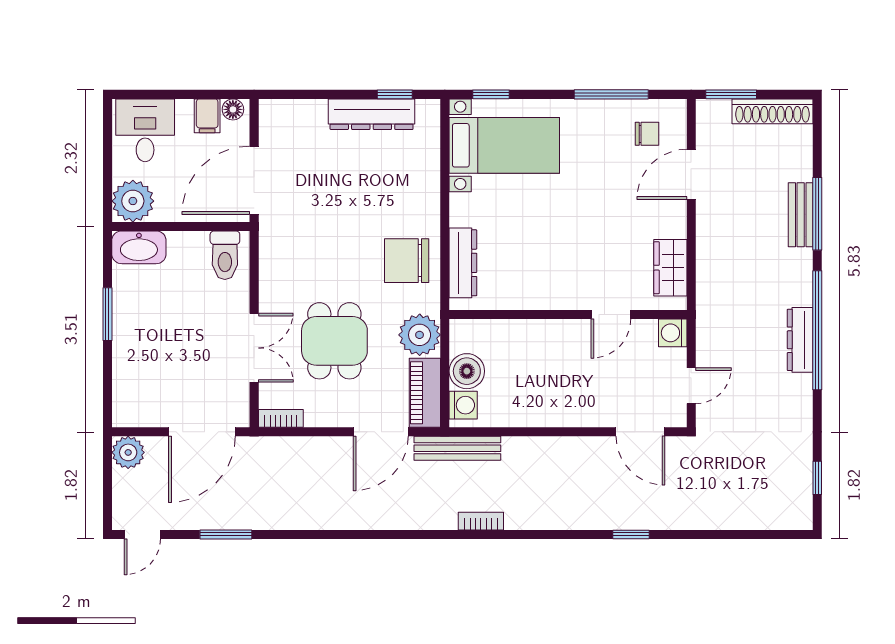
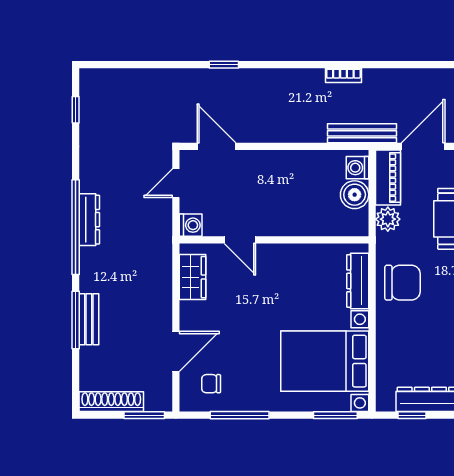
window: (491, 94) -> (335, 415), width x1.50
bed with nightstands: (504, 145) -> (325, 361), width x1.36
door: (611, 314) -> (240, 240), swing flipped
plant: (420, 335) -> (388, 219), width x0.73, depth x0.73

